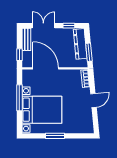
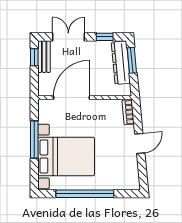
window: (89, 52) -> (132, 60), moved
window: (19, 55) -> (34, 57), moved
door: (46, 68) -> (72, 98), hinge flipped
window: (55, 136) -> (85, 194), width x2.11

